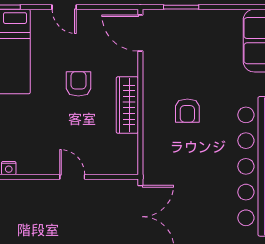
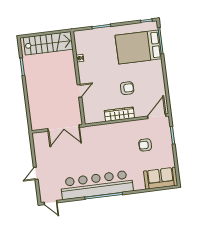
door: (64, 7) -> (165, 76), removed
armchair: (187, 111) -> (145, 145), moved

